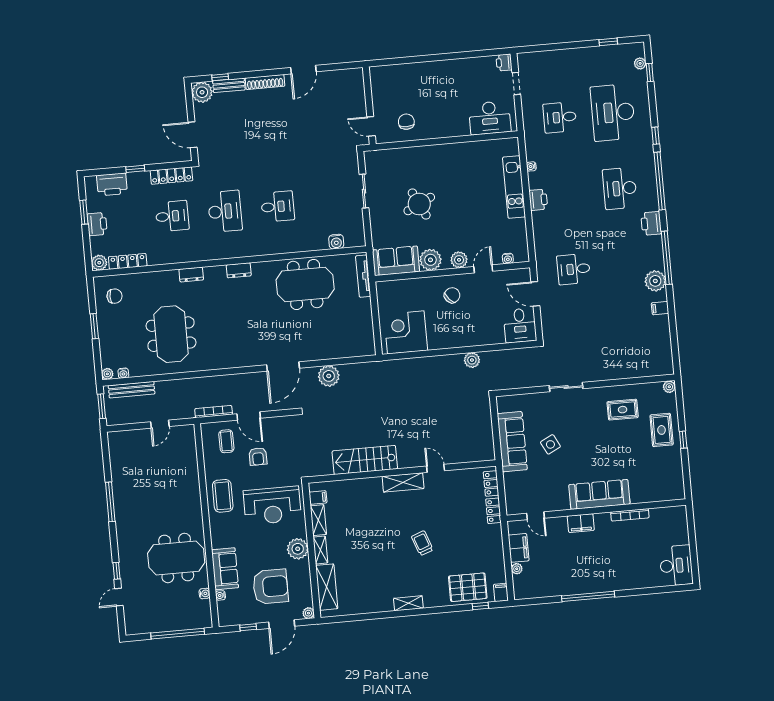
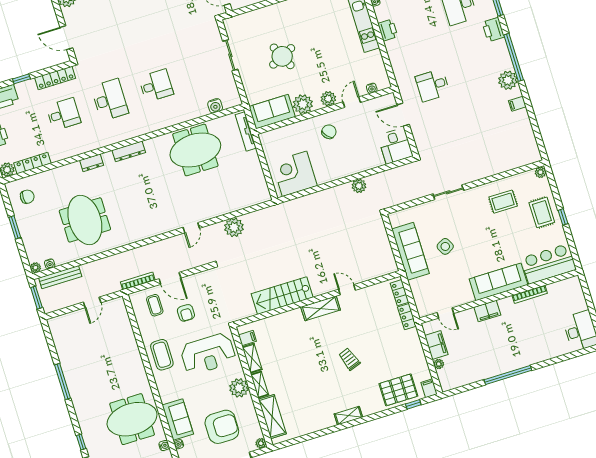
dresser: (239, 270) -> (129, 151), width x1.44
door: (283, 367) -> (191, 228), width x0.53
bar counter: (657, 487) -> (549, 264), added

